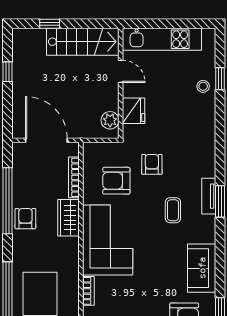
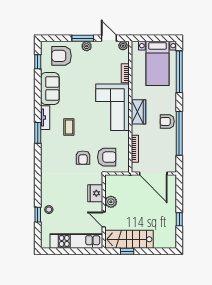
window: (50, 24) -> (127, 251), moved
plant: (110, 120) -> (111, 202), moved
armchair: (116, 181) -> (107, 157), moved
tv unit: (209, 196) -> (45, 118), moved
wardrobe: (68, 218) -> (139, 112), moved
armchair: (25, 219) -> (167, 121), turned 90

